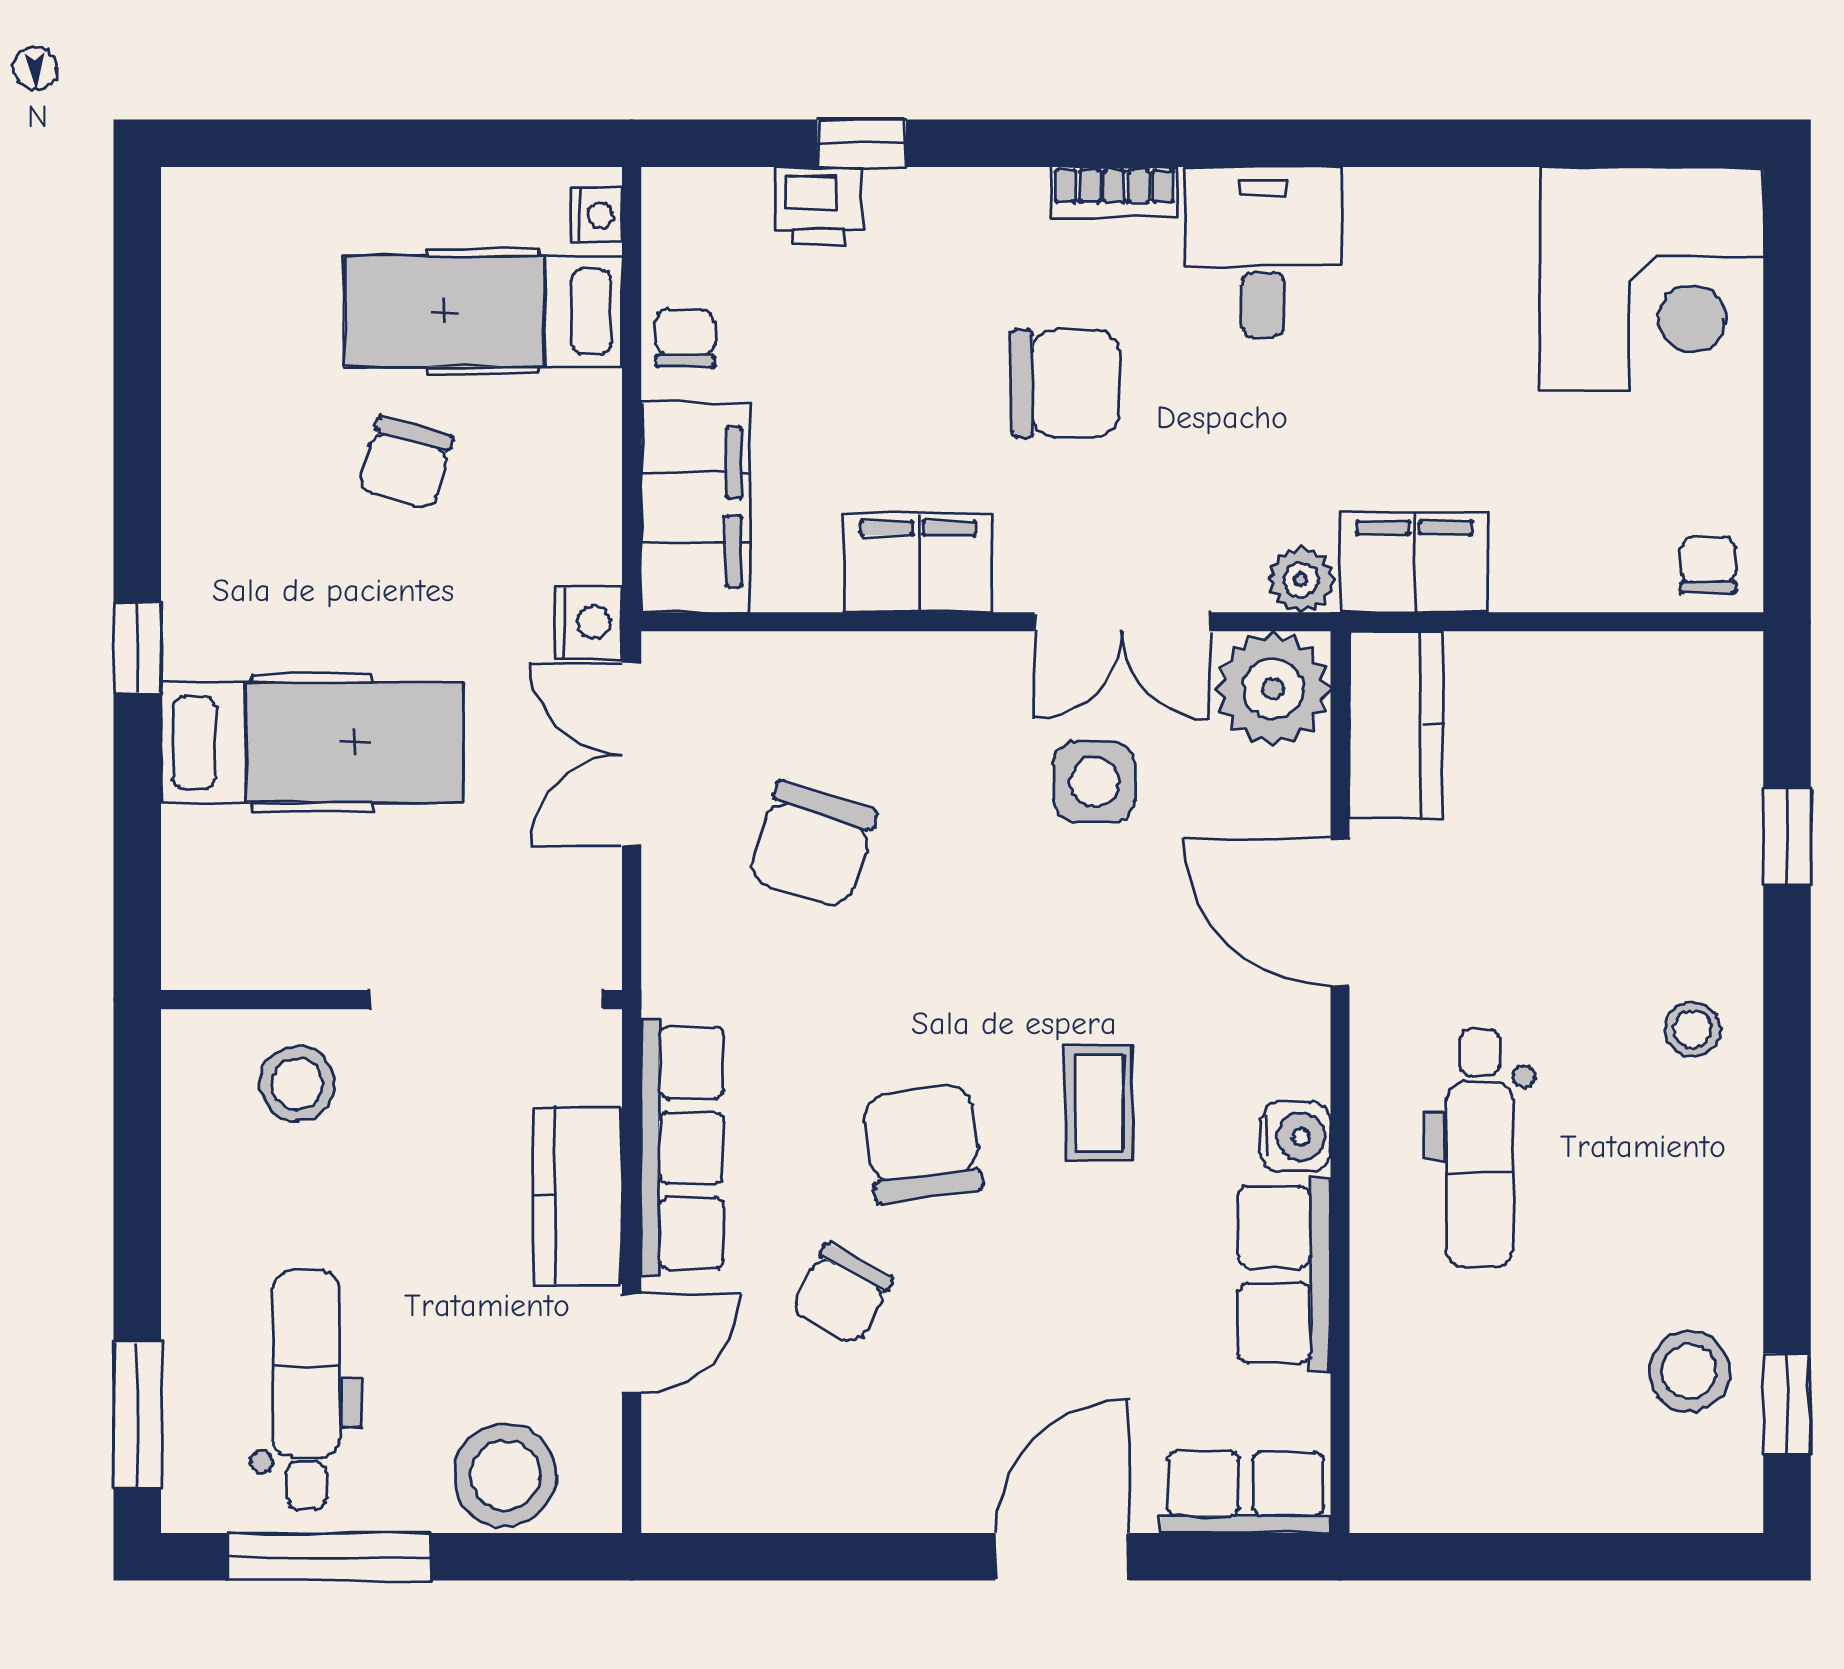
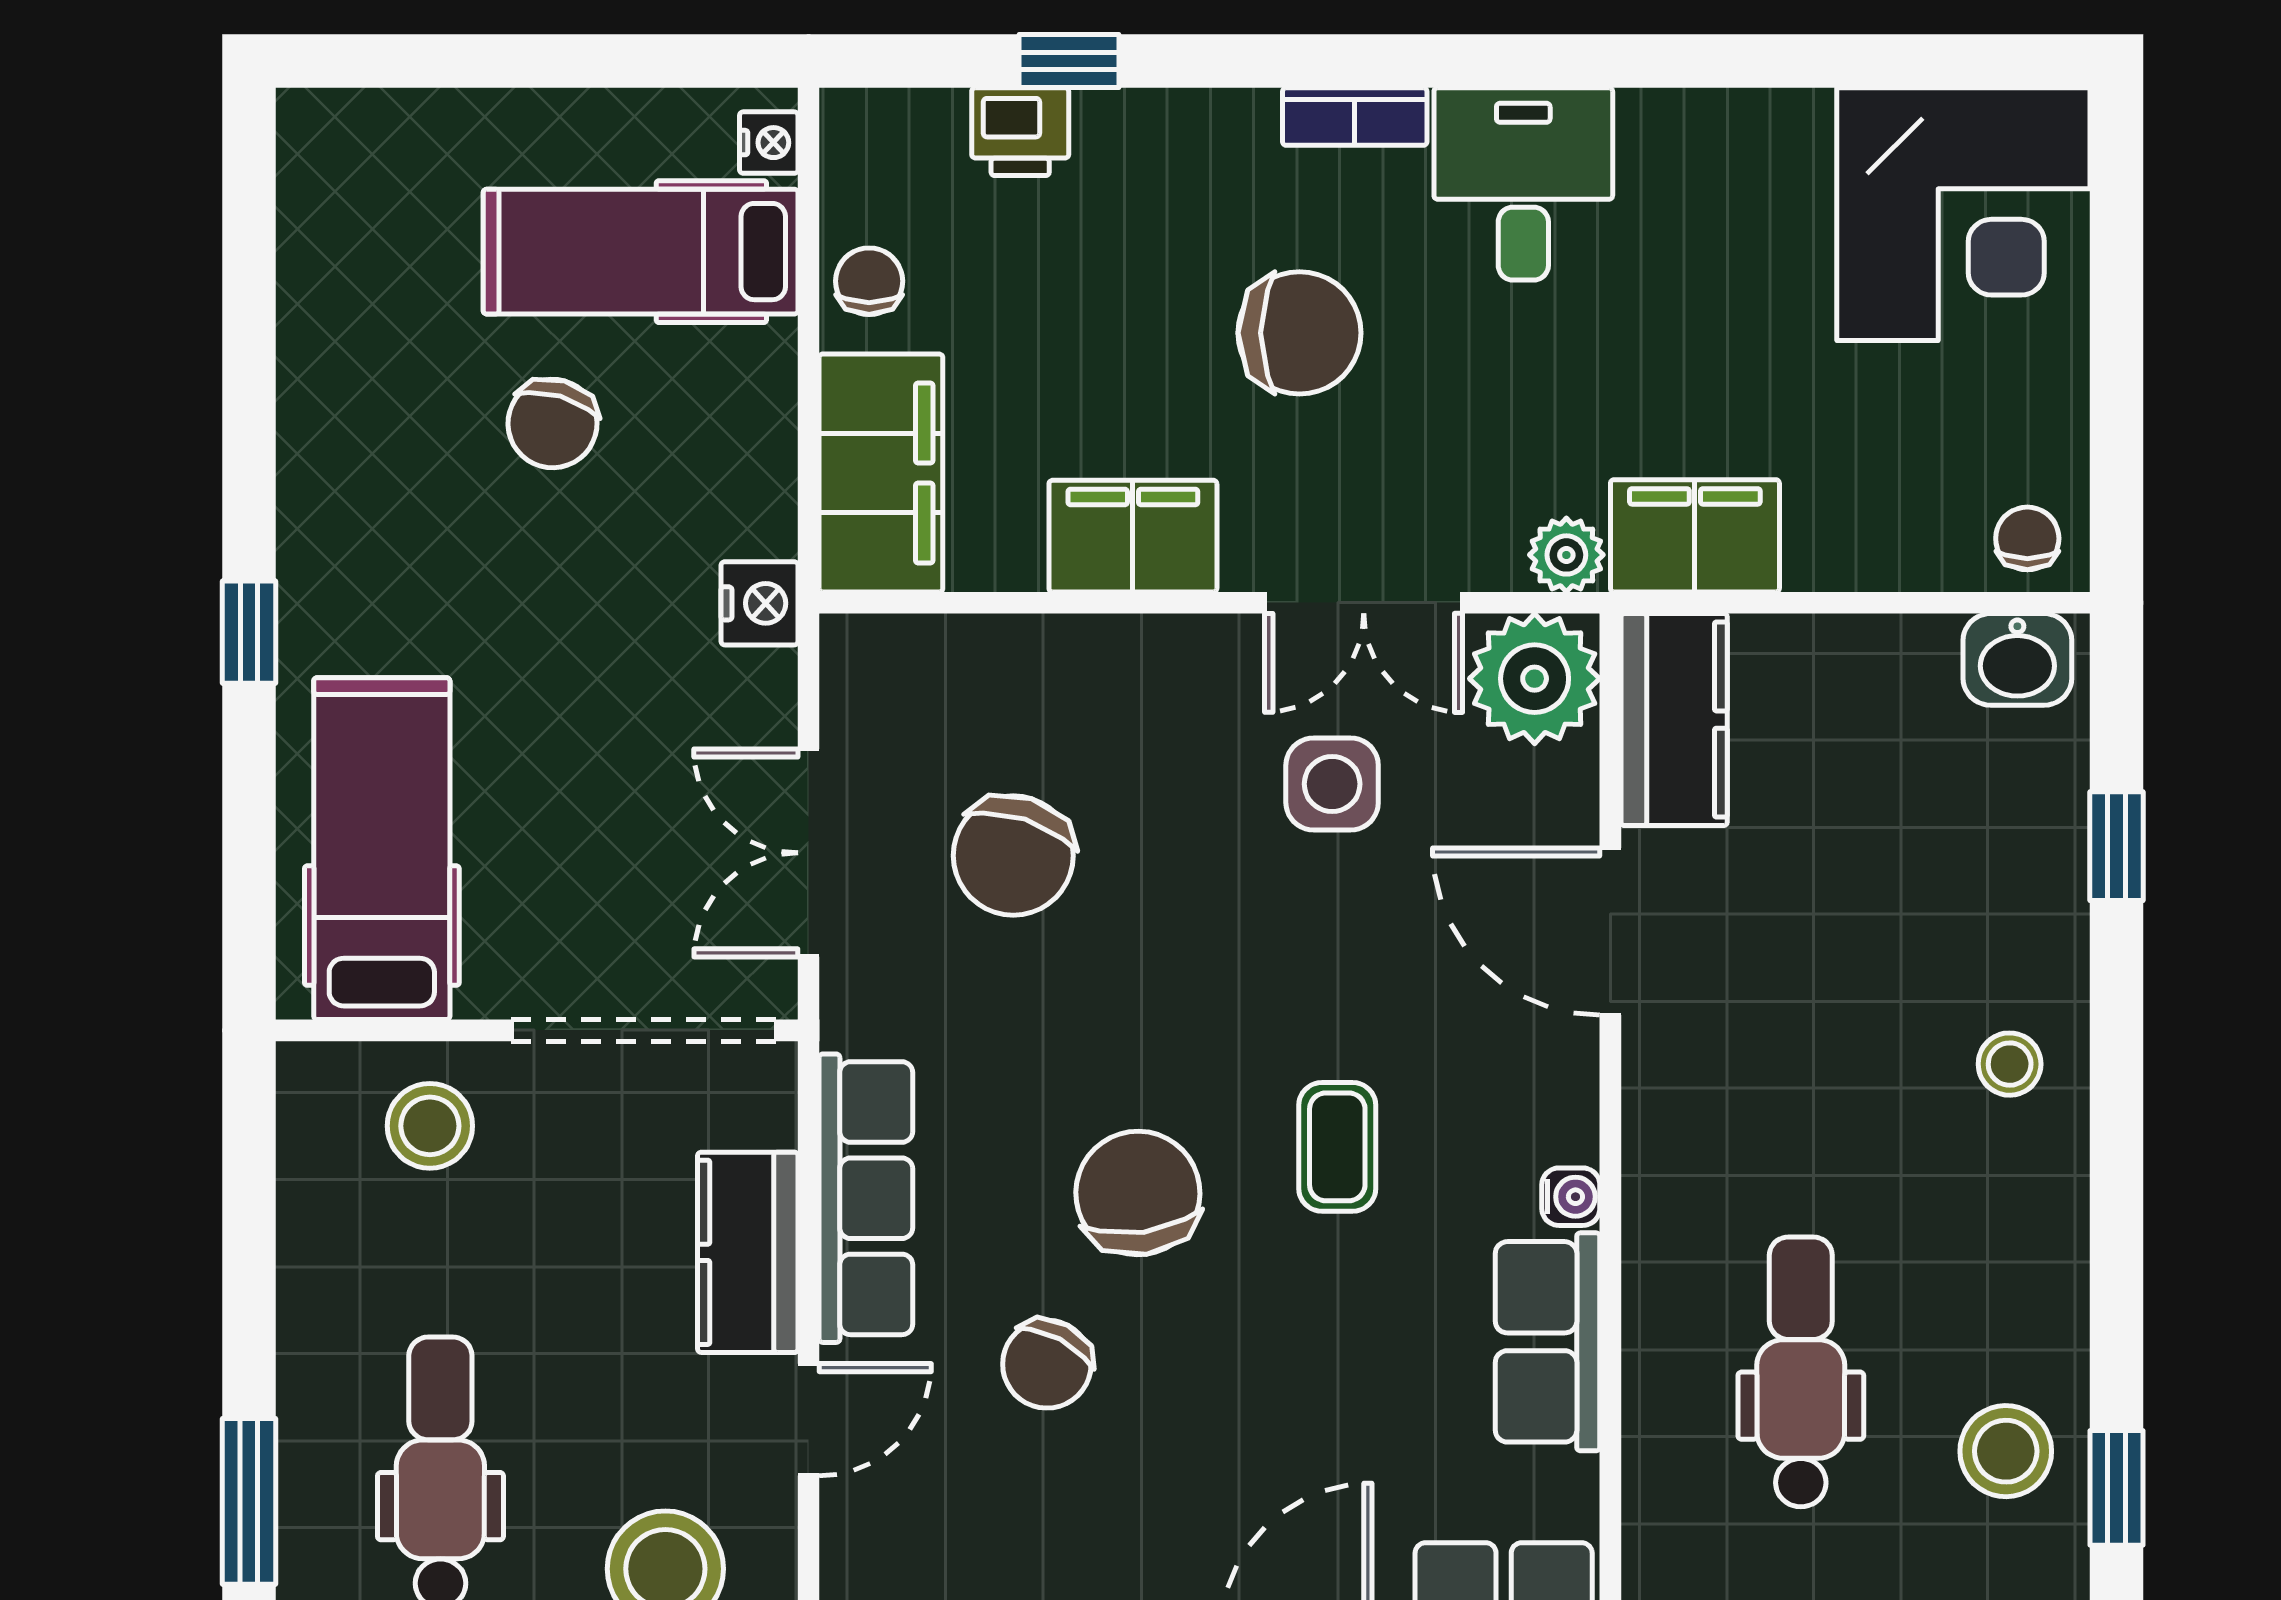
washbasin: (1699, 672) -> (2017, 659), added
hospital bed: (312, 742) -> (382, 849), moved, turned -90
double door: (632, 754) -> (809, 853), moved
water cooler: (1295, 1137) -> (1571, 1197), width x0.72, depth x0.72
dental chair: (1480, 1148) -> (1801, 1372), moved, turned 180

